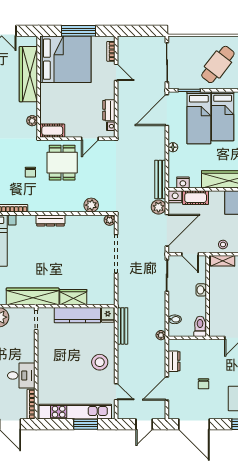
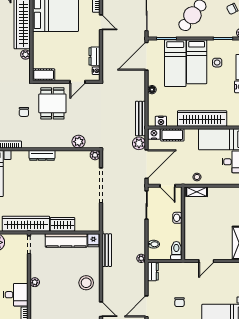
plant: (32, 121) -> (25, 55), moved
dresser: (174, 361) -> (153, 271), moved
plant: (42, 362) -> (35, 282), added

